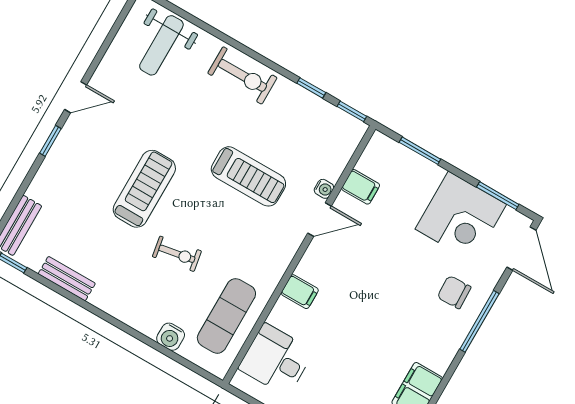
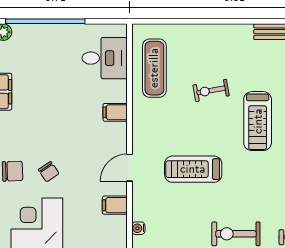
water cooler: (324, 189) -> (138, 228), moved
chair: (414, 268) -> (49, 172), added
water cooler: (171, 337) -> (183, 33), removed

